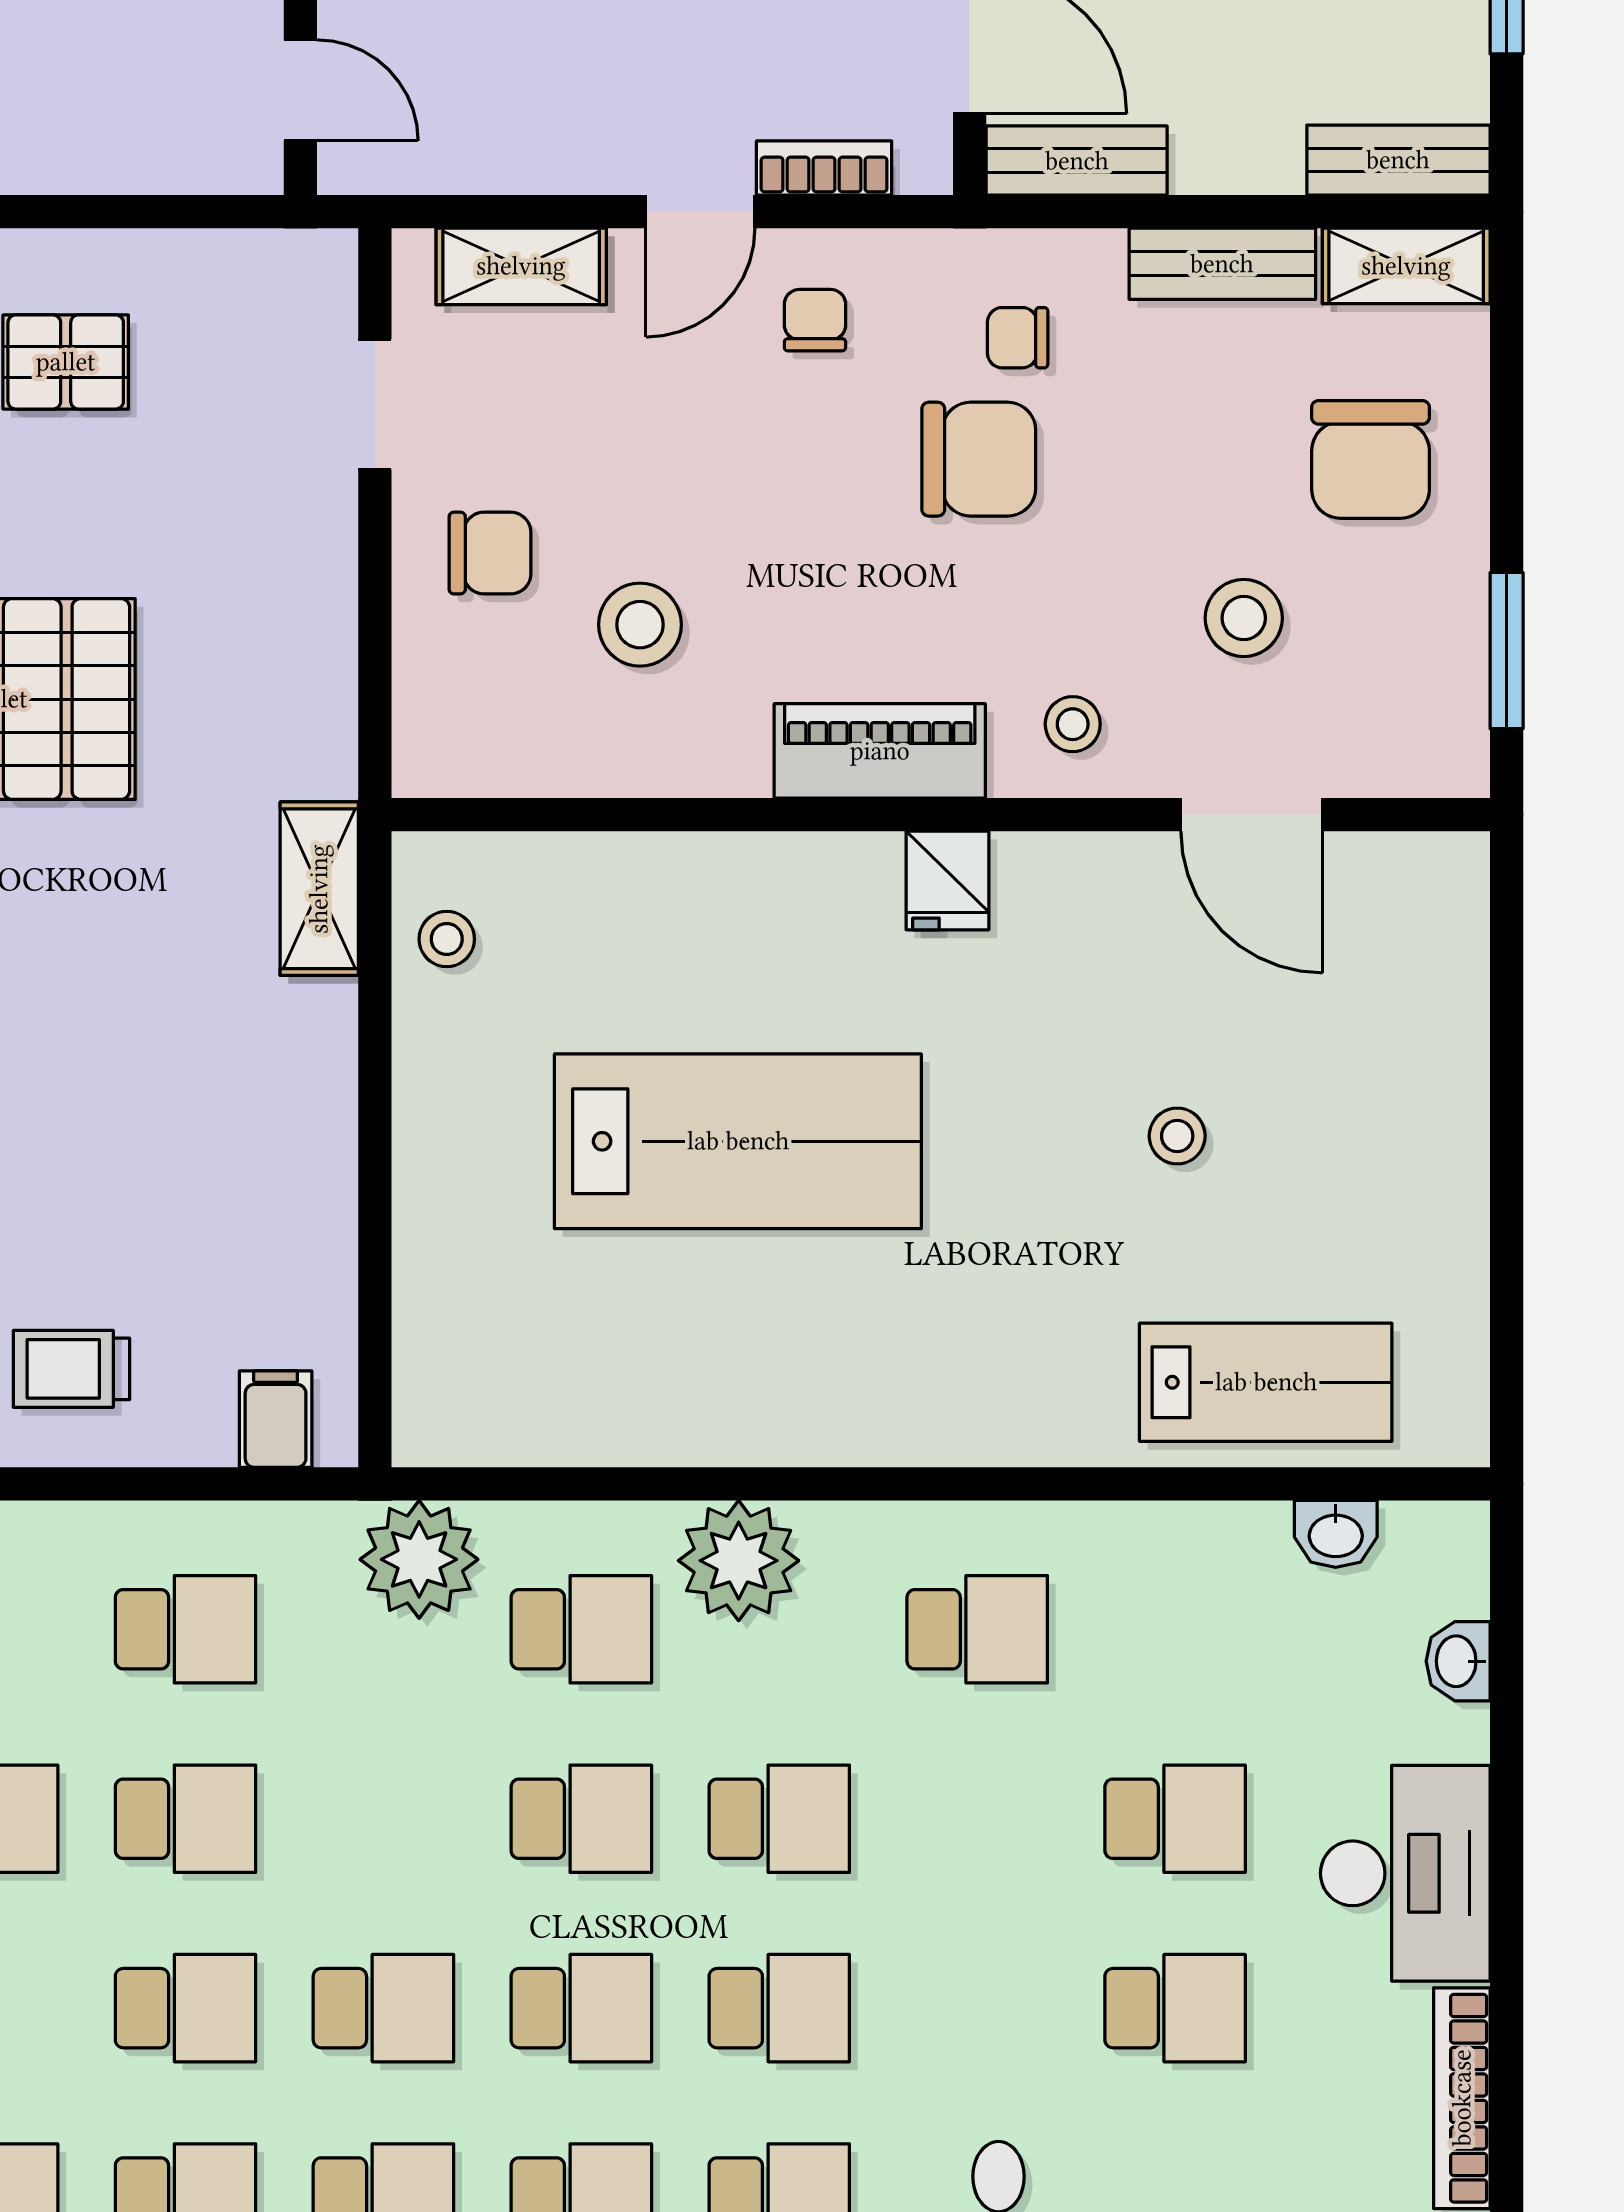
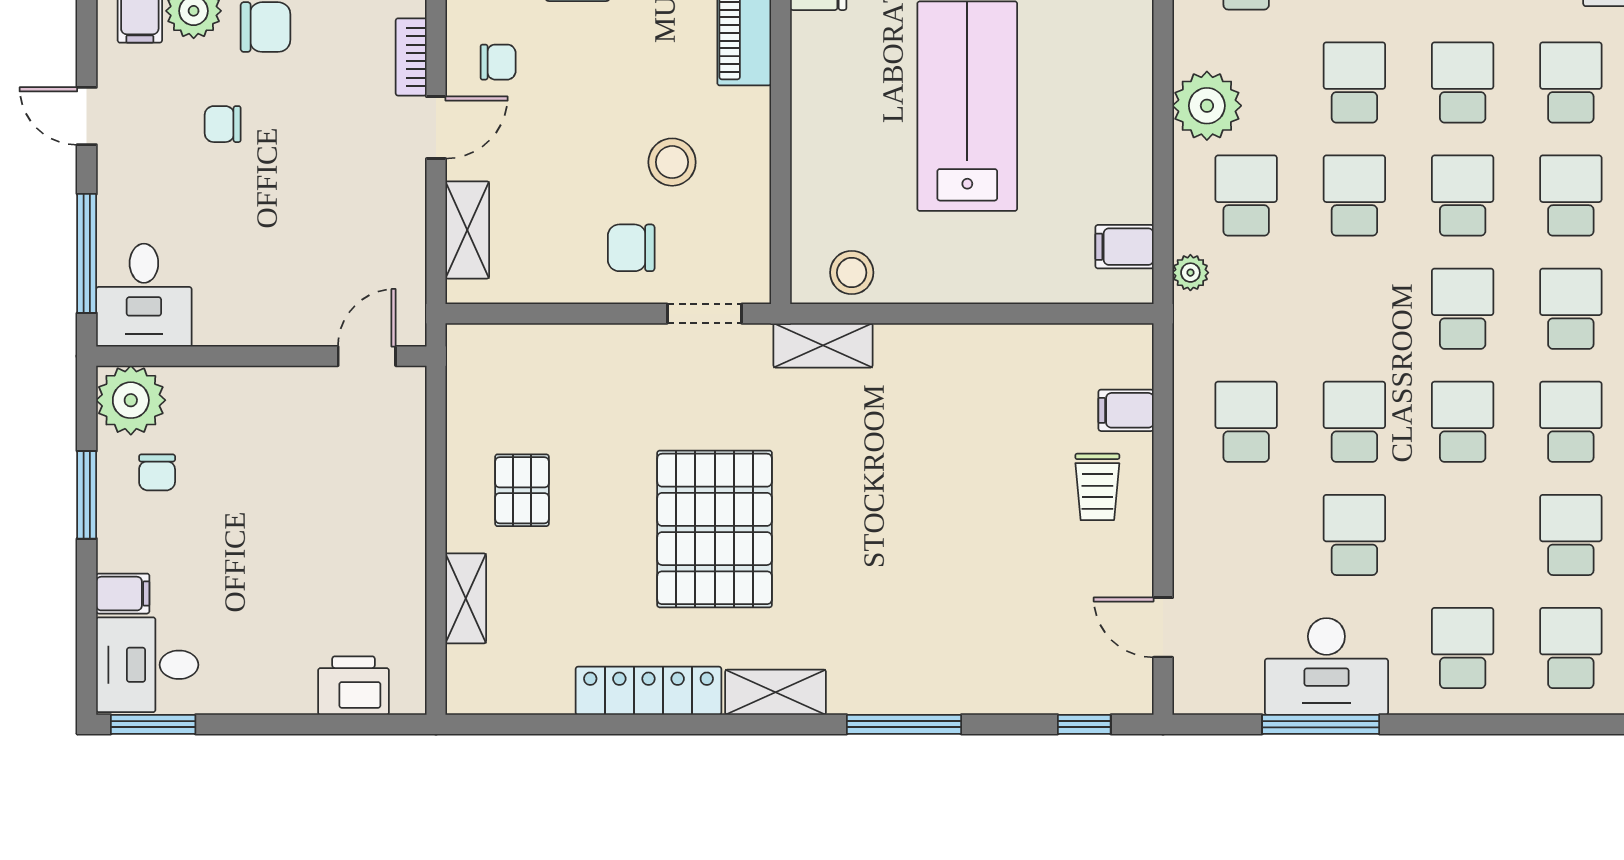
door: (700, 212) -> (436, 128), hinge flipped
chair: (815, 320) -> (498, 62), turned 180
doorway: (375, 404) -> (704, 314), moved
chair: (490, 553) -> (631, 248), turned -90
stool: (447, 939) -> (852, 273), width x1.37, depth x1.37
filing cabinet: (492, 1416) -> (1125, 247), added
filing cabinet: (276, 1419) -> (1126, 410), moved
plant: (419, 1559) -> (1190, 273), width x0.53, depth x0.53

